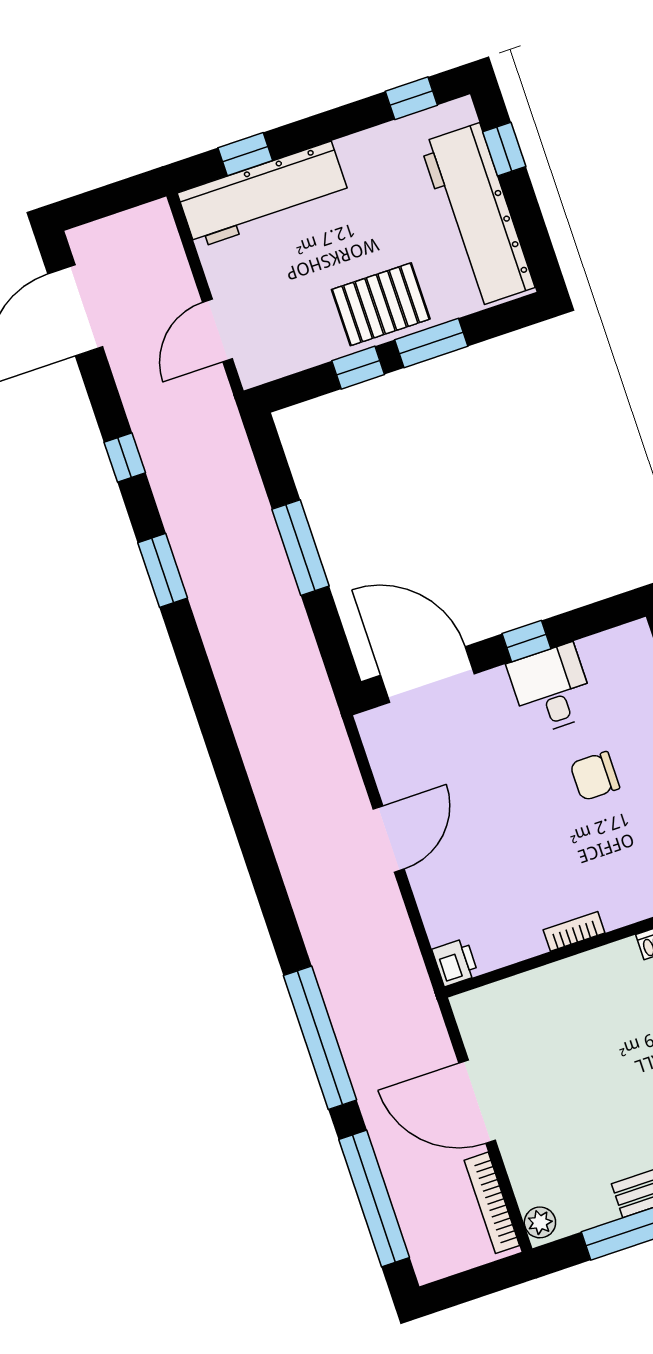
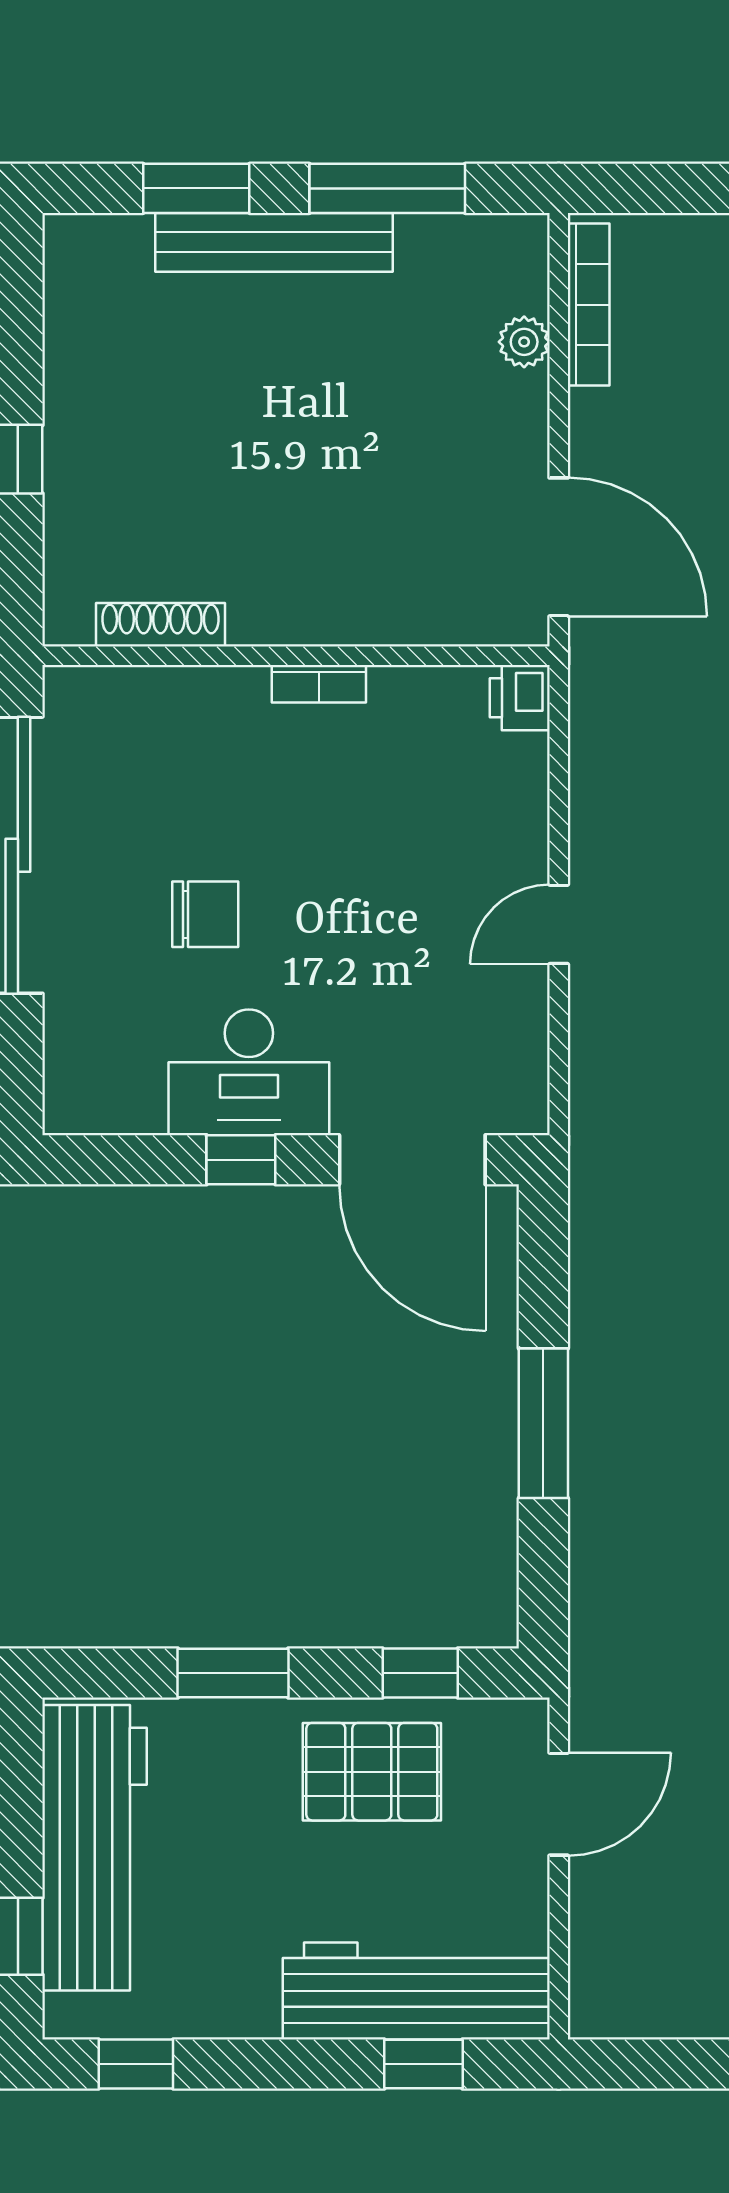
pallet: (381, 304) -> (372, 1772), moved
window: (358, 368) -> (420, 1673), moved
desk: (551, 689) -> (249, 1072), width x1.37
door: (389, 839) -> (559, 924), width x0.73
door: (477, 1102) -> (559, 547), moved
plant: (540, 1222) -> (524, 342), moved

